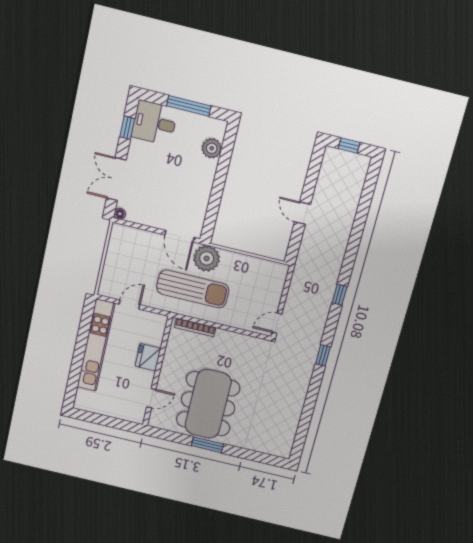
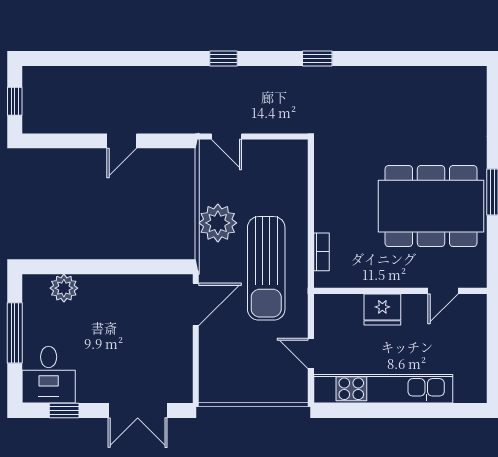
floor lamp: (120, 214) -> (185, 395), removed
plant: (207, 258) -> (218, 223), moved
sun lounger: (193, 289) -> (266, 268), turned 180
door: (277, 323) -> (227, 136), moved
bookcase: (195, 327) -> (321, 252), width x0.64
door: (151, 398) -> (443, 291), swing flipped

